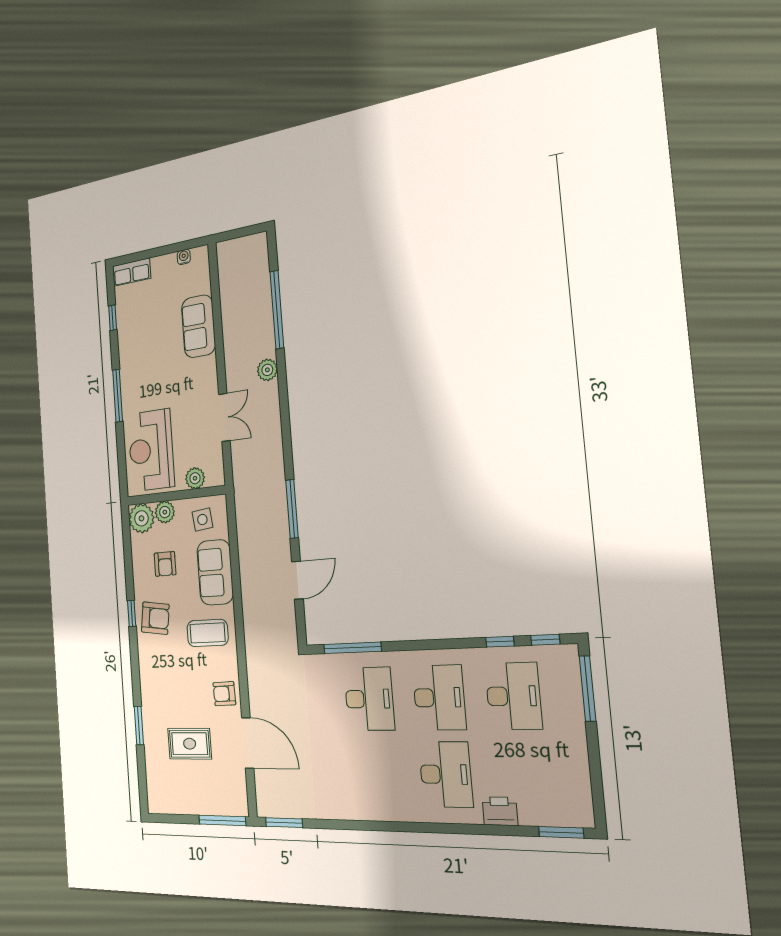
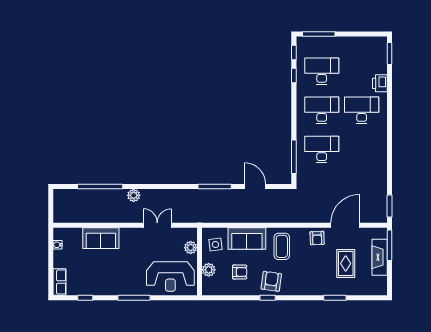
plant: (141, 518) -> (211, 286), removed
fireplace: (203, 803) -> (380, 257), added

